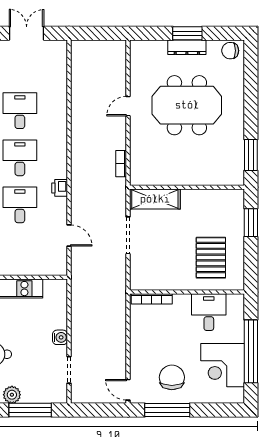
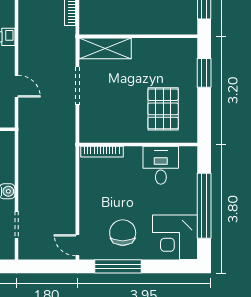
corner desk: (223, 365) -> (175, 237), moved

